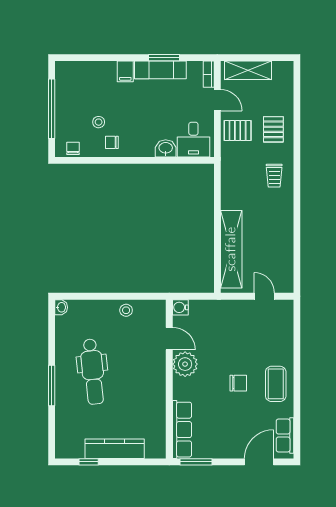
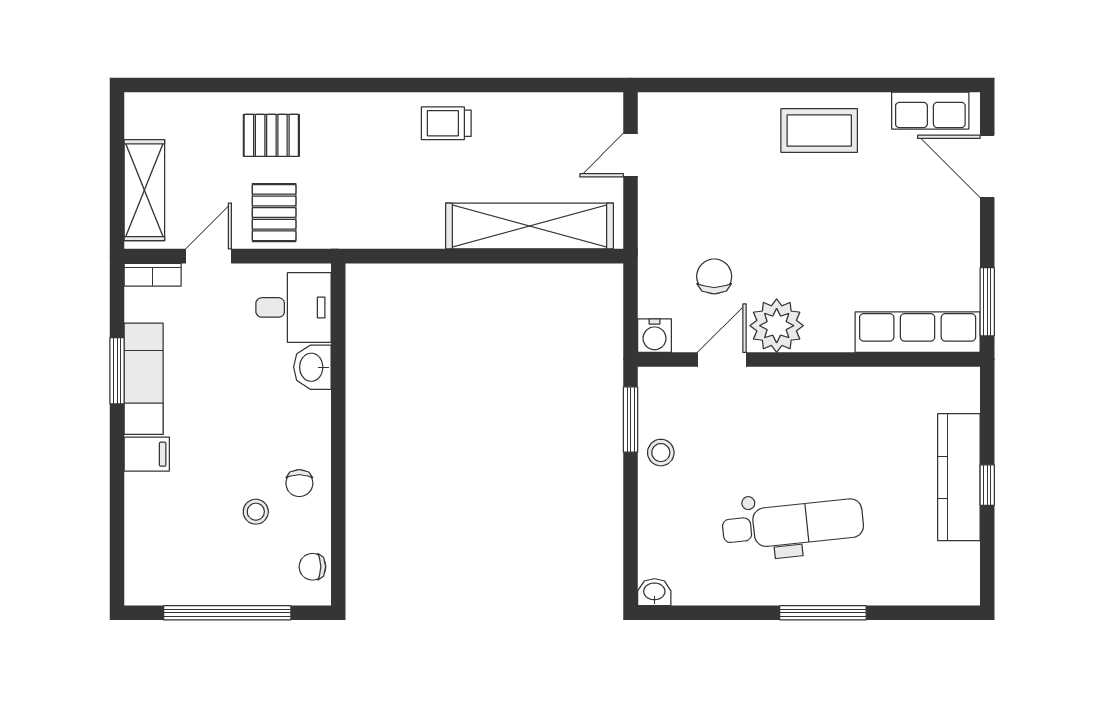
trolley: (274, 176) -> (446, 123), moved, turned 180
window: (141, 296) -> (631, 420), added
chair: (238, 383) -> (714, 276), moved
window: (89, 462) -> (987, 485), moved

